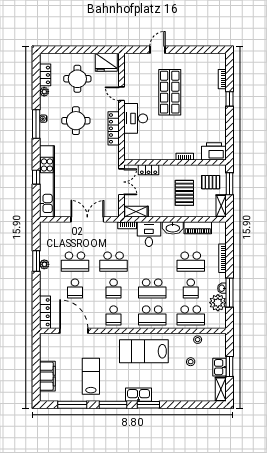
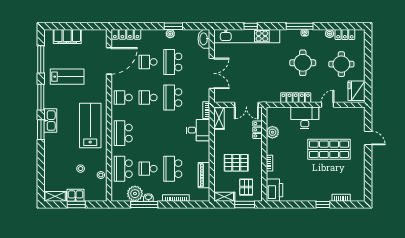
plant: (151, 153) -> (272, 132), added
washbasin: (173, 228) -> (204, 39), moved
school desk: (152, 288) -> (148, 133), removed

